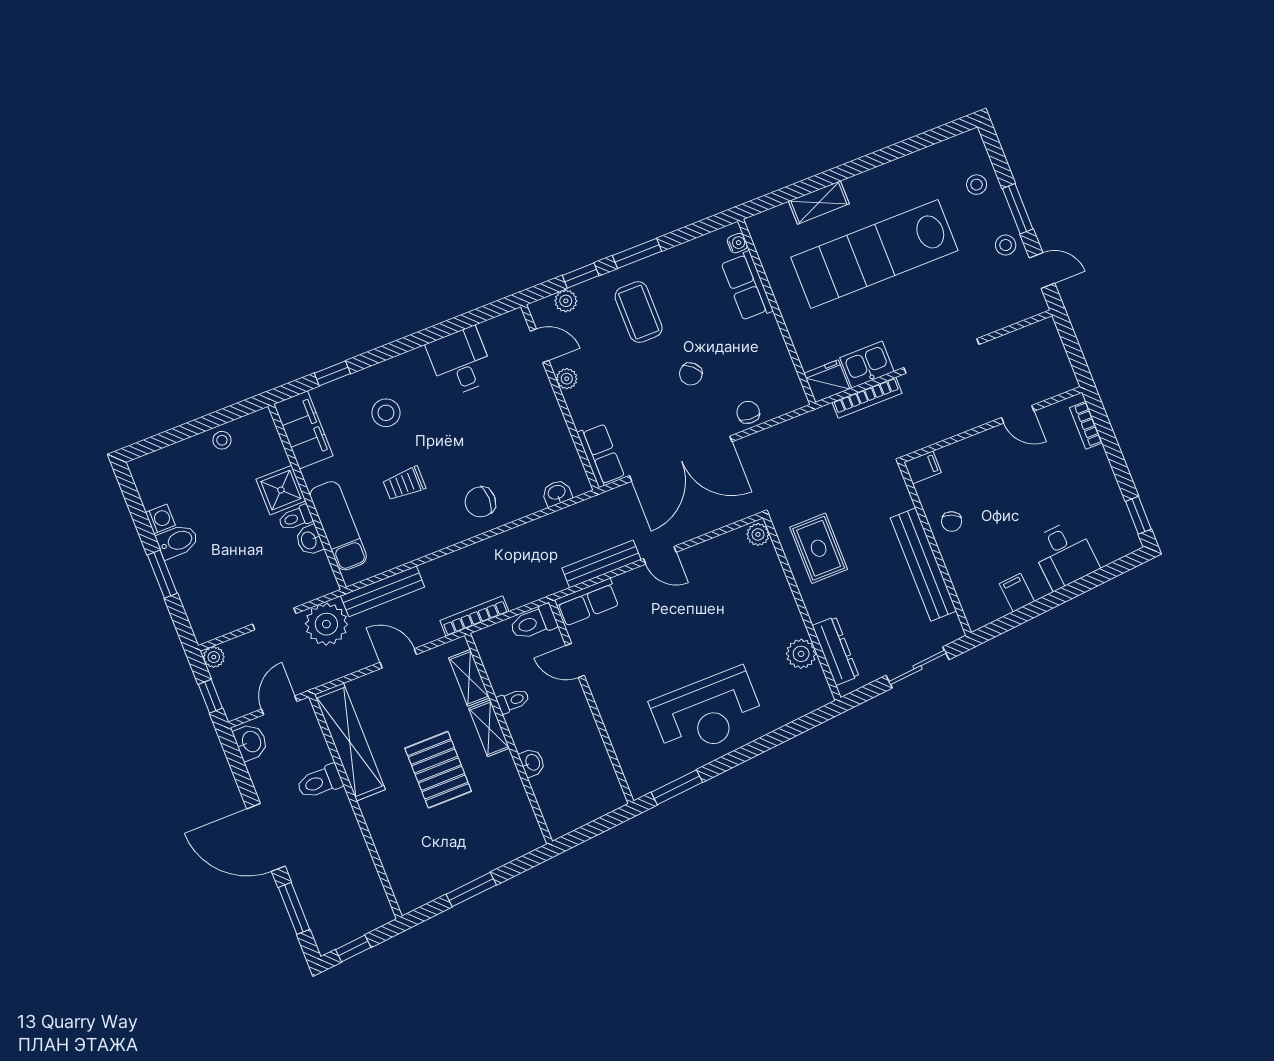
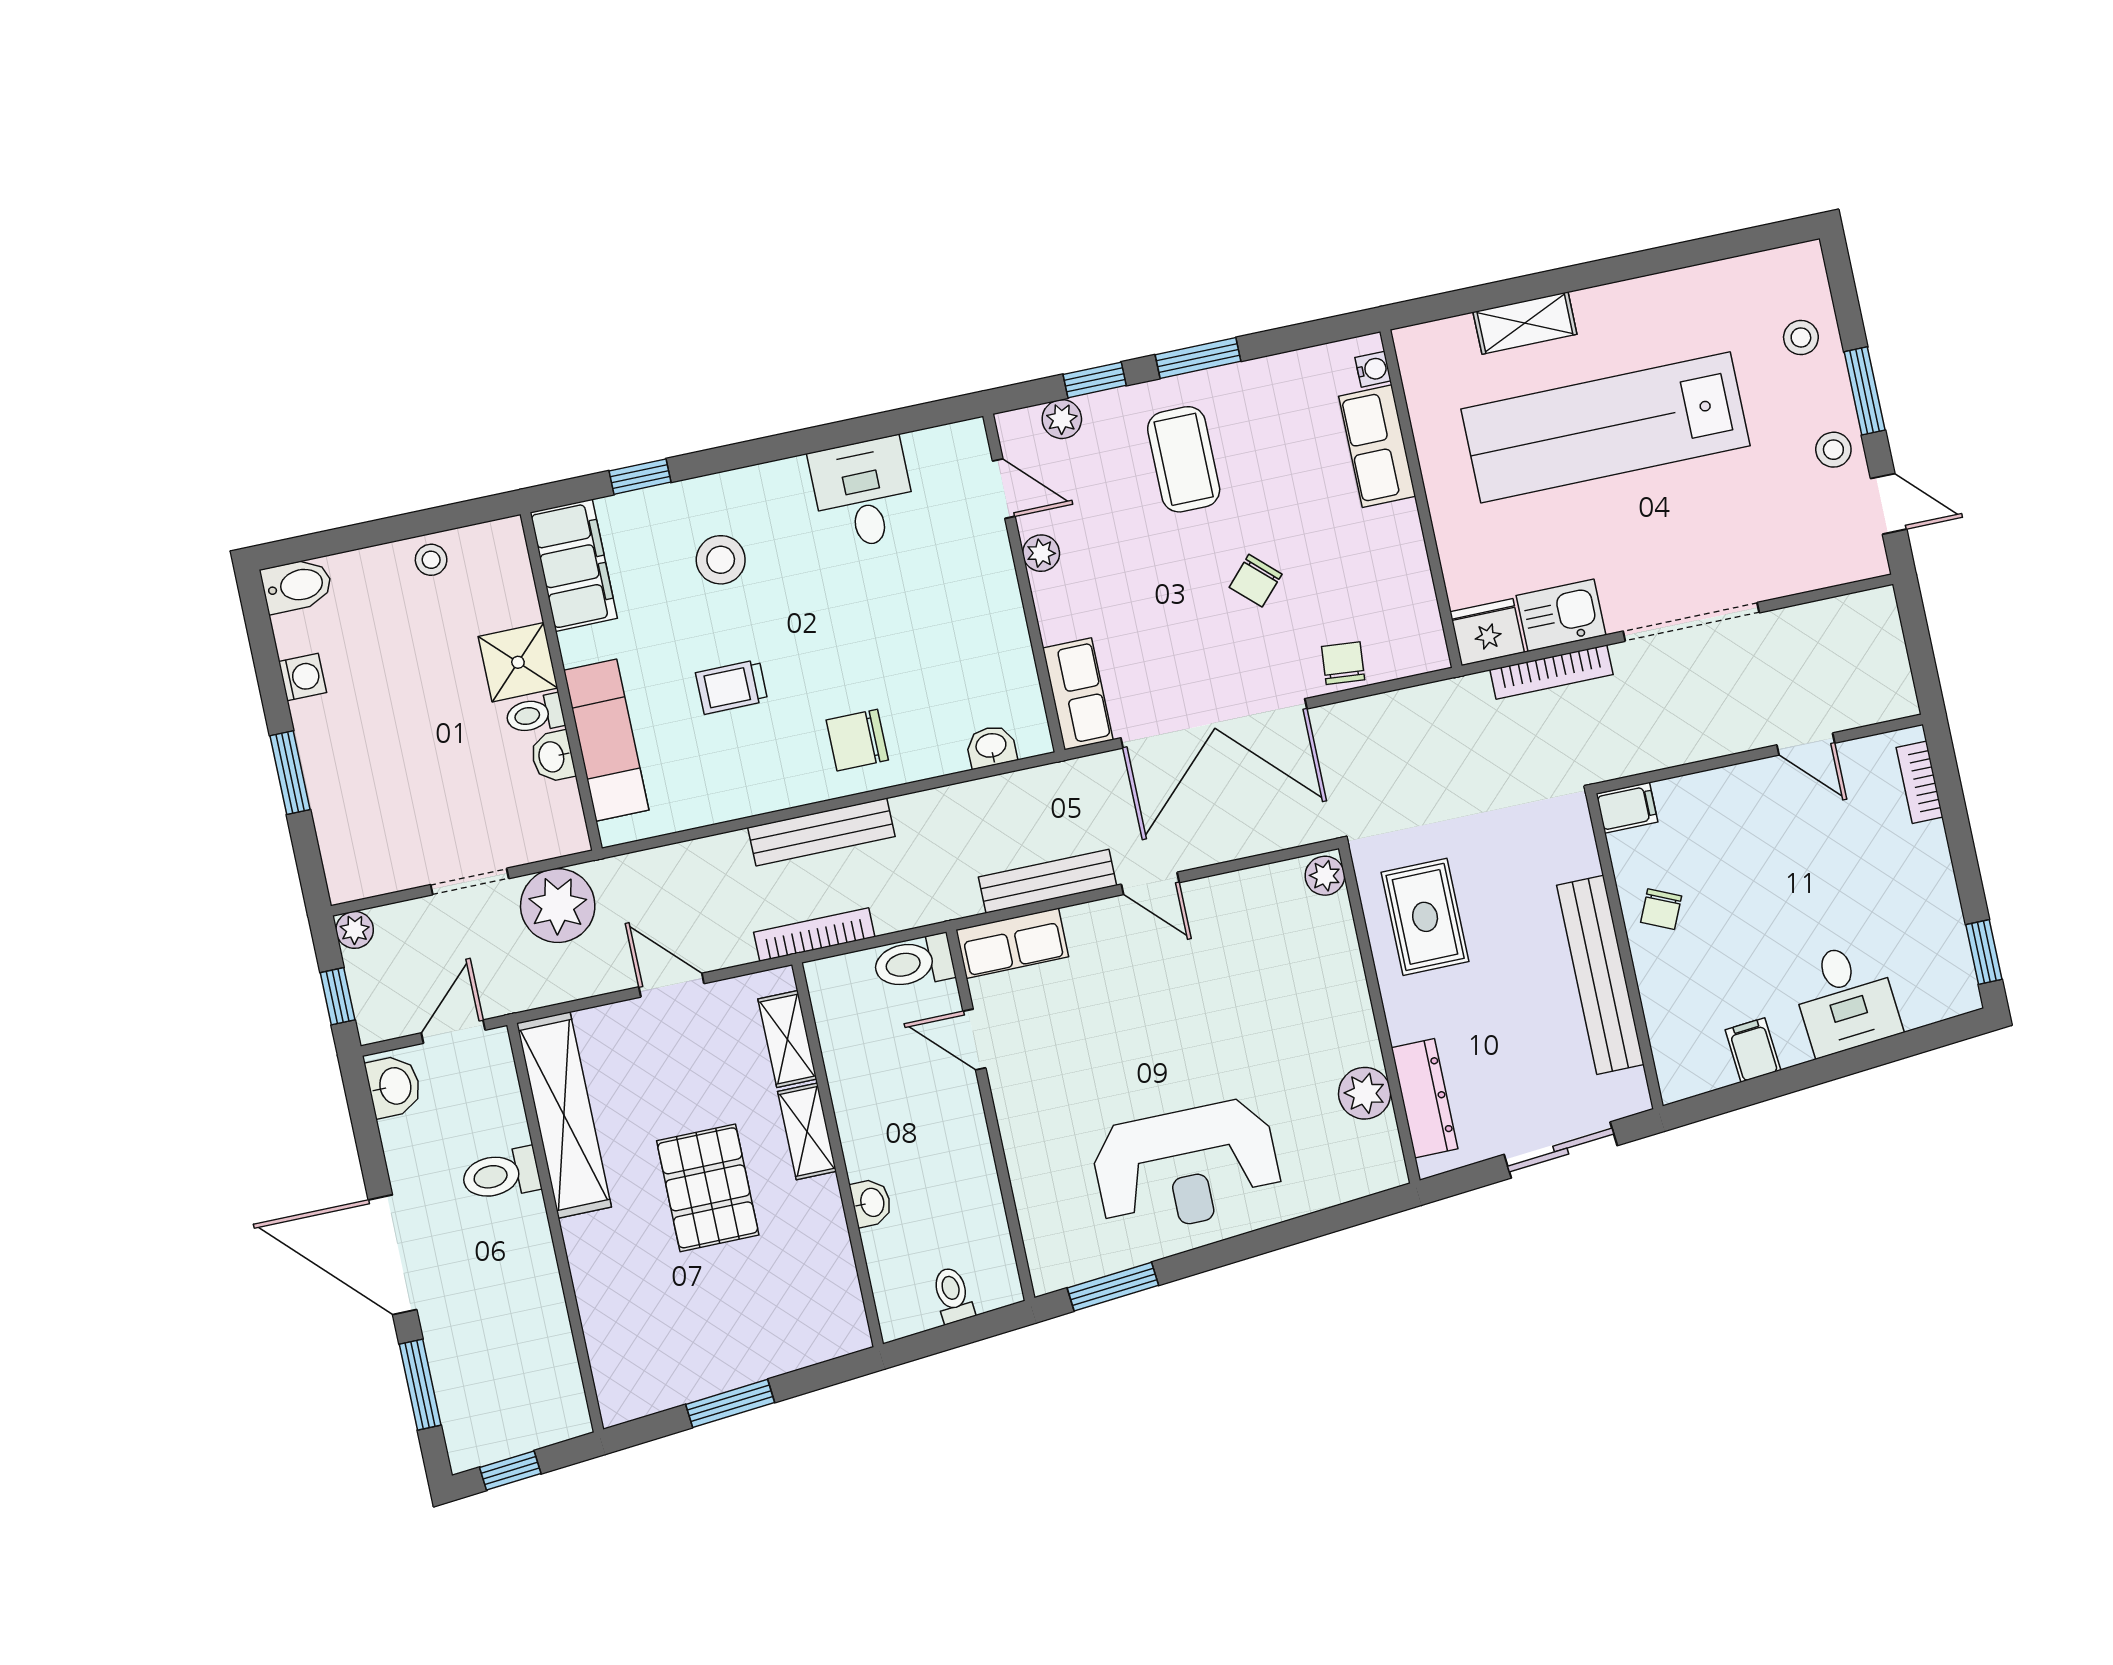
bidet: (177, 541) -> (297, 586), moved
bench: (383, 591) -> (821, 832), moved
toilet: (513, 701) -> (953, 1295), moved, turned -95

